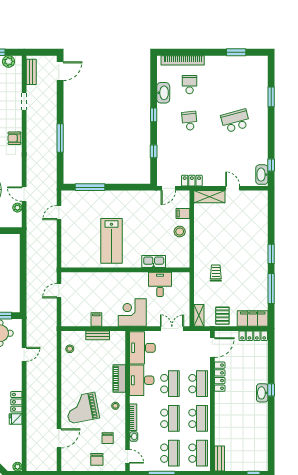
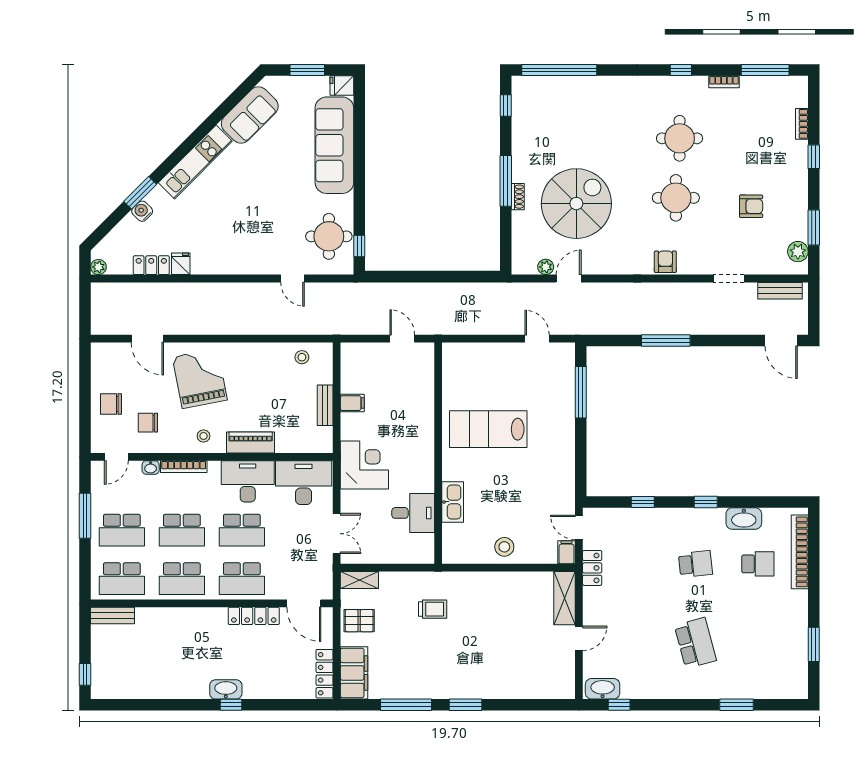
filing cabinet: (183, 214) -> (566, 552), moved
locker: (16, 402) -> (151, 265), moved

